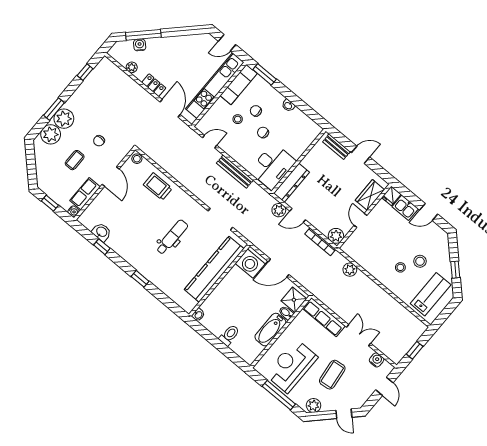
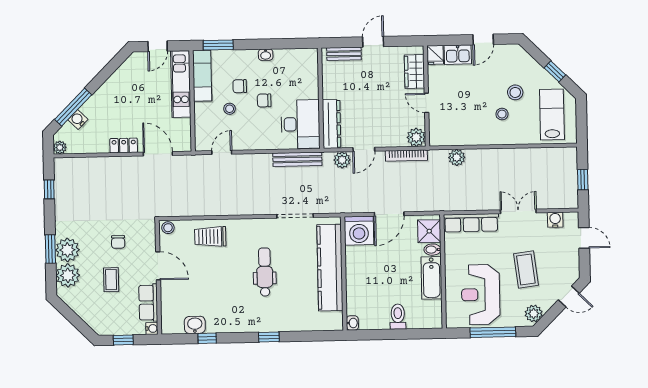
plant: (132, 67) -> (60, 147), moved
kitchen unit: (215, 86) -> (181, 84), width x0.73
bench: (235, 172) -> (297, 159), moved

